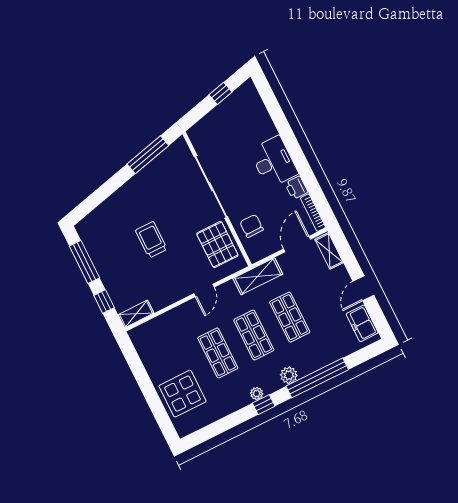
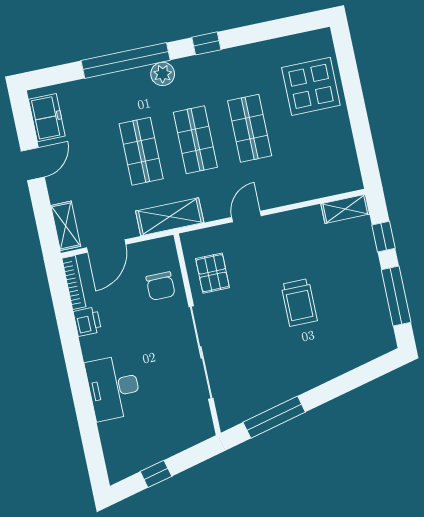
desk: (274, 162) -> (114, 388), moved
pallet: (217, 245) -> (213, 273), width x0.67, depth x0.71
plant: (257, 394) -> (212, 61), removed

